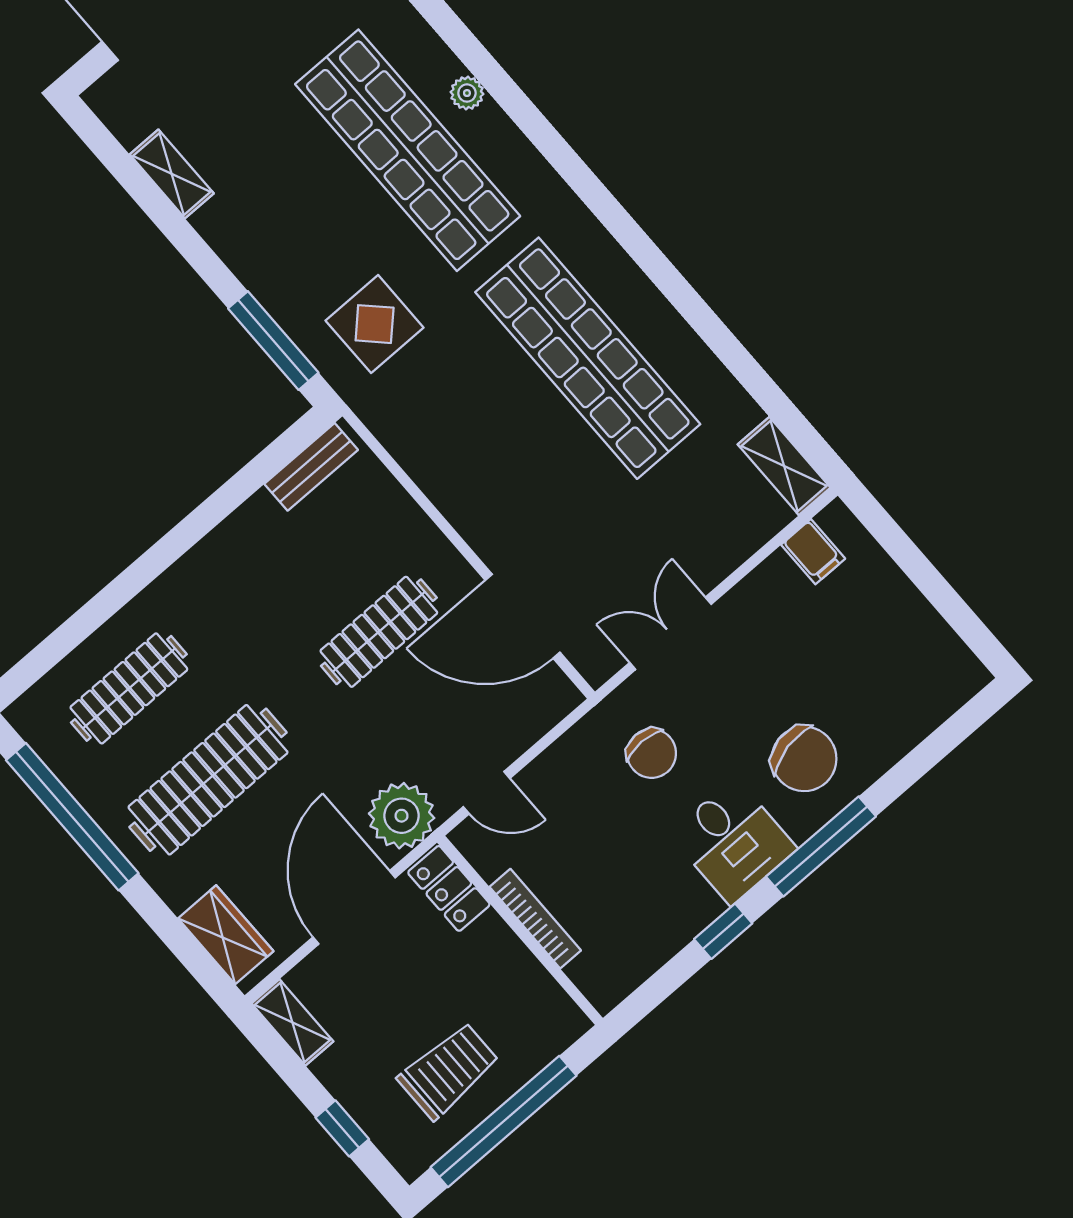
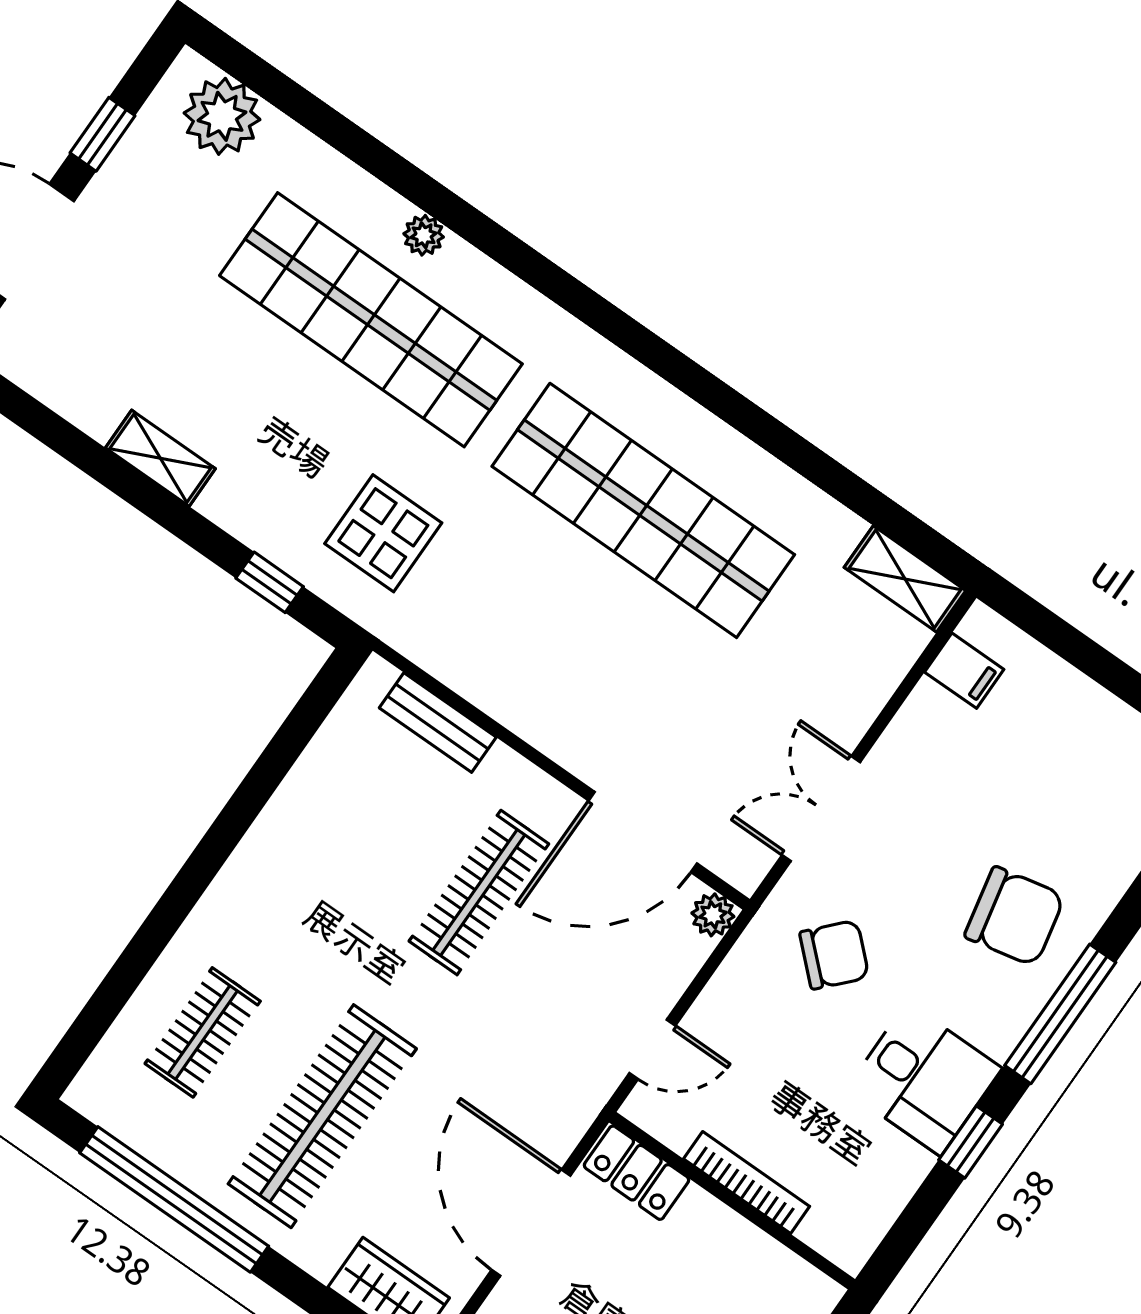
shelving: (172, 174) -> (160, 458), moved
window: (273, 341) -> (270, 582), width x0.46
bench: (311, 467) -> (438, 722), moved, turned 90
clothes rail: (129, 688) -> (203, 1032), width x0.73
chair: (652, 753) -> (834, 955), turned -47
plant: (402, 816) -> (713, 915), moved, width x0.53, depth x0.53
desk: (733, 841) -> (924, 1079), moved

